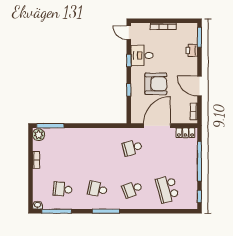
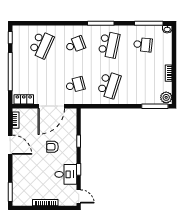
printer: (192, 50) -> (18, 179), removed
armchair: (156, 84) -> (52, 147), width x0.53, depth x0.53
school desk: (97, 148) -> (109, 85), added
school desk: (97, 189) -> (109, 45), width x1.85
school desk: (167, 189) -> (41, 45), turned 39

